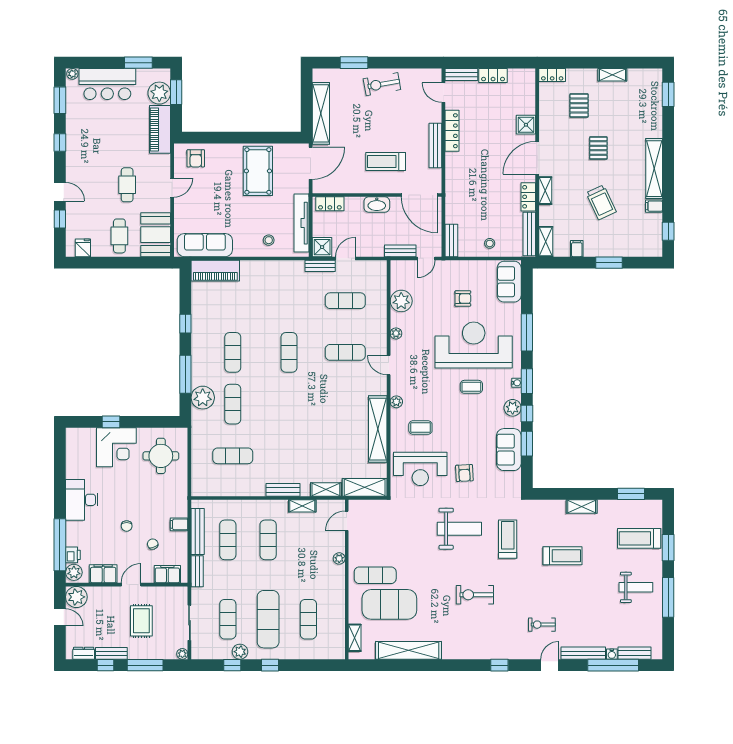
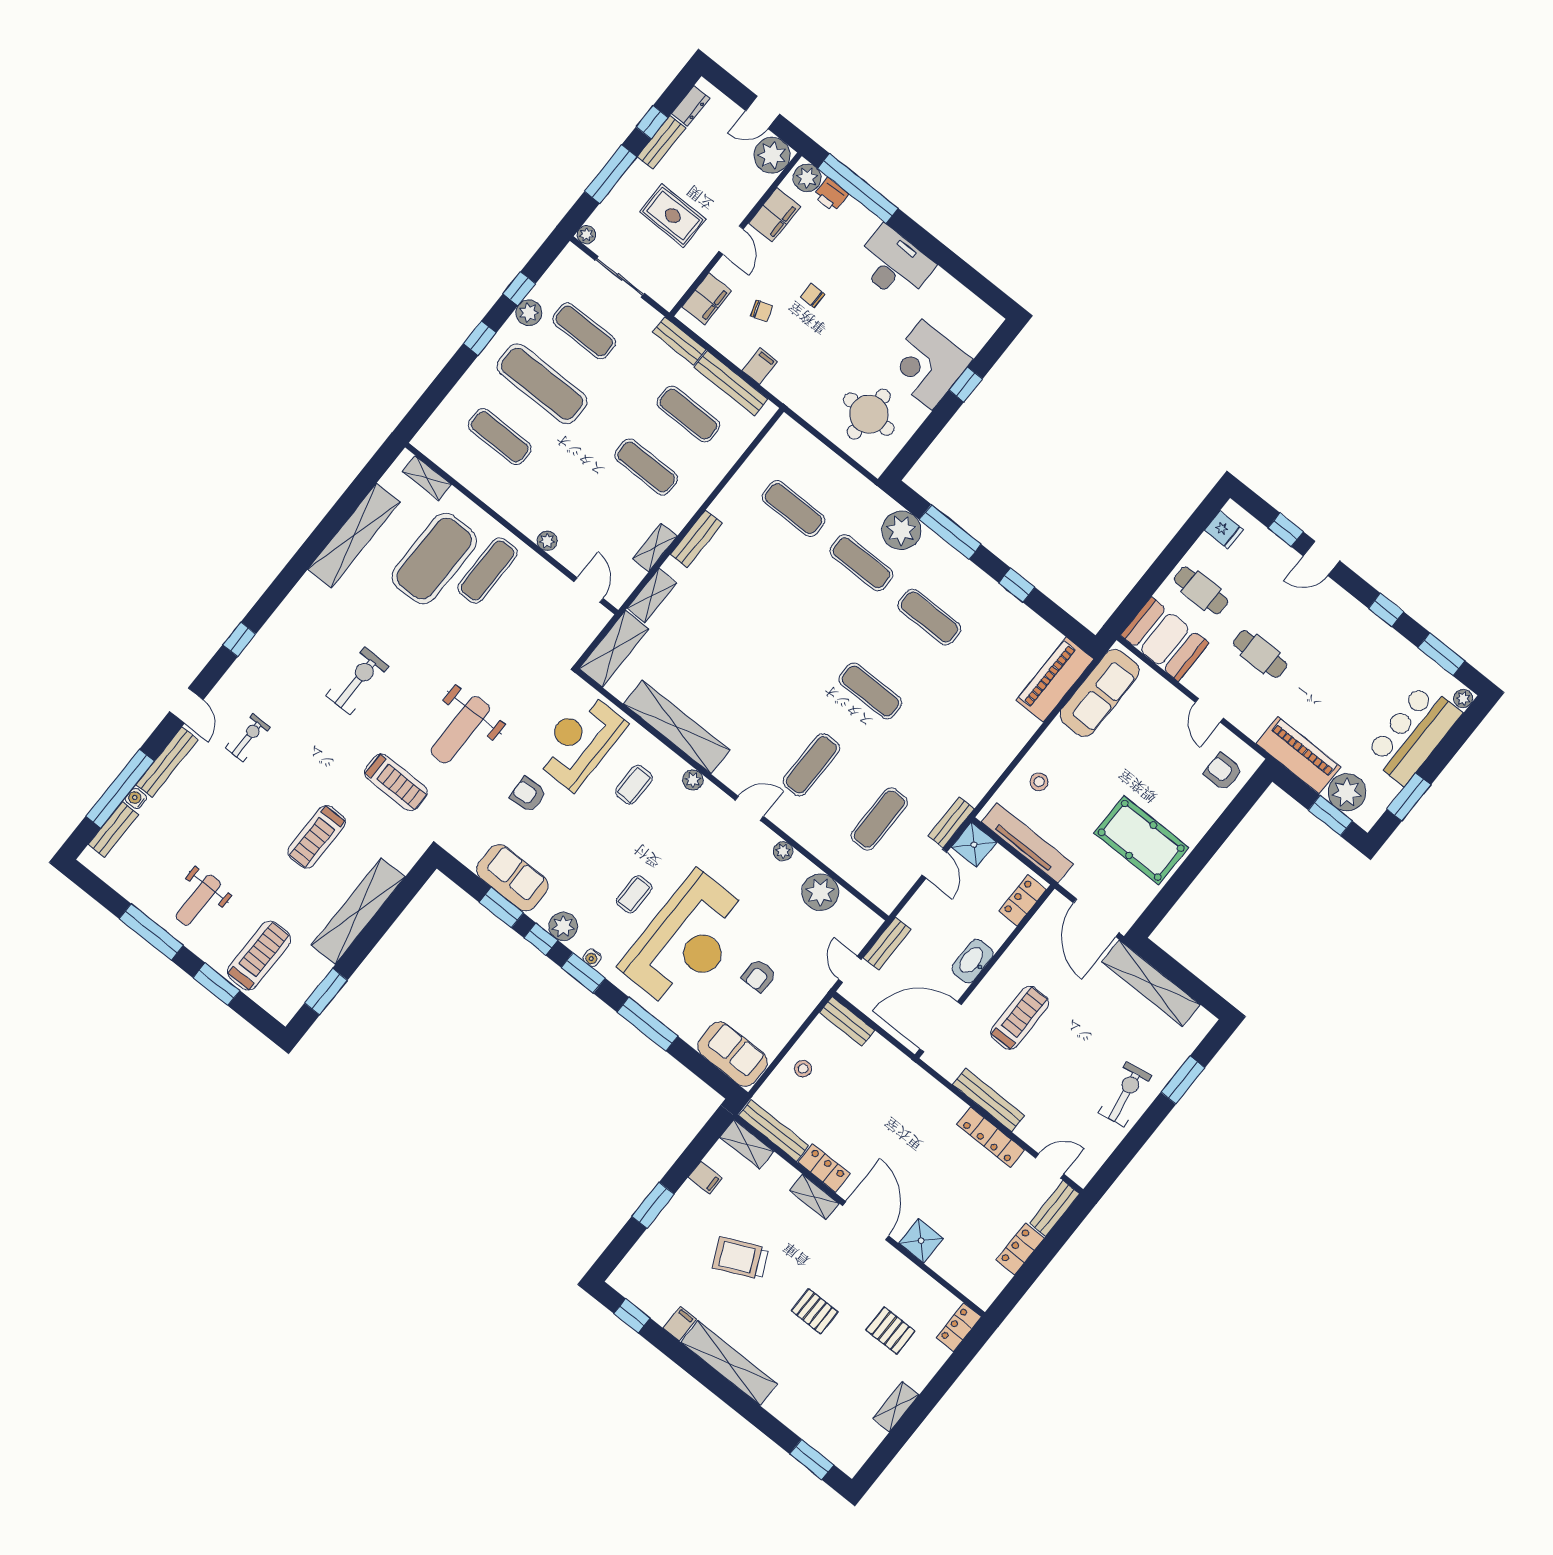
exercise mat: (233, 456) -> (793, 509), turned 90
shelving: (582, 507) -> (358, 911), width x2.20, depth x1.33

